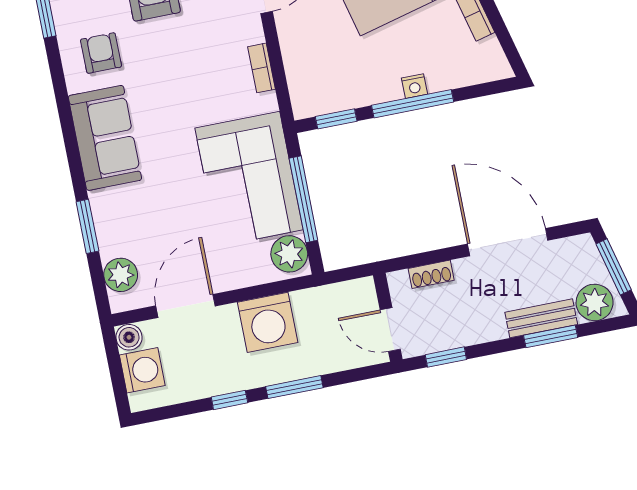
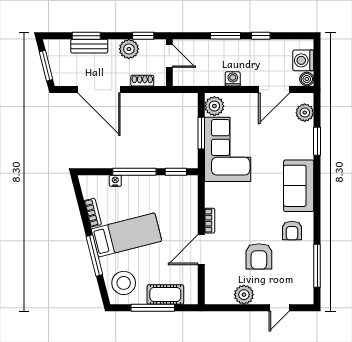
bookcase: (261, 68) -> (210, 221), moved
nightstand: (414, 86) -> (115, 181), moved
window: (303, 199) -> (201, 133), width x0.69
plant: (595, 302) -> (129, 49), moved
washing machine: (268, 322) -> (233, 79), width x0.53, depth x0.53

